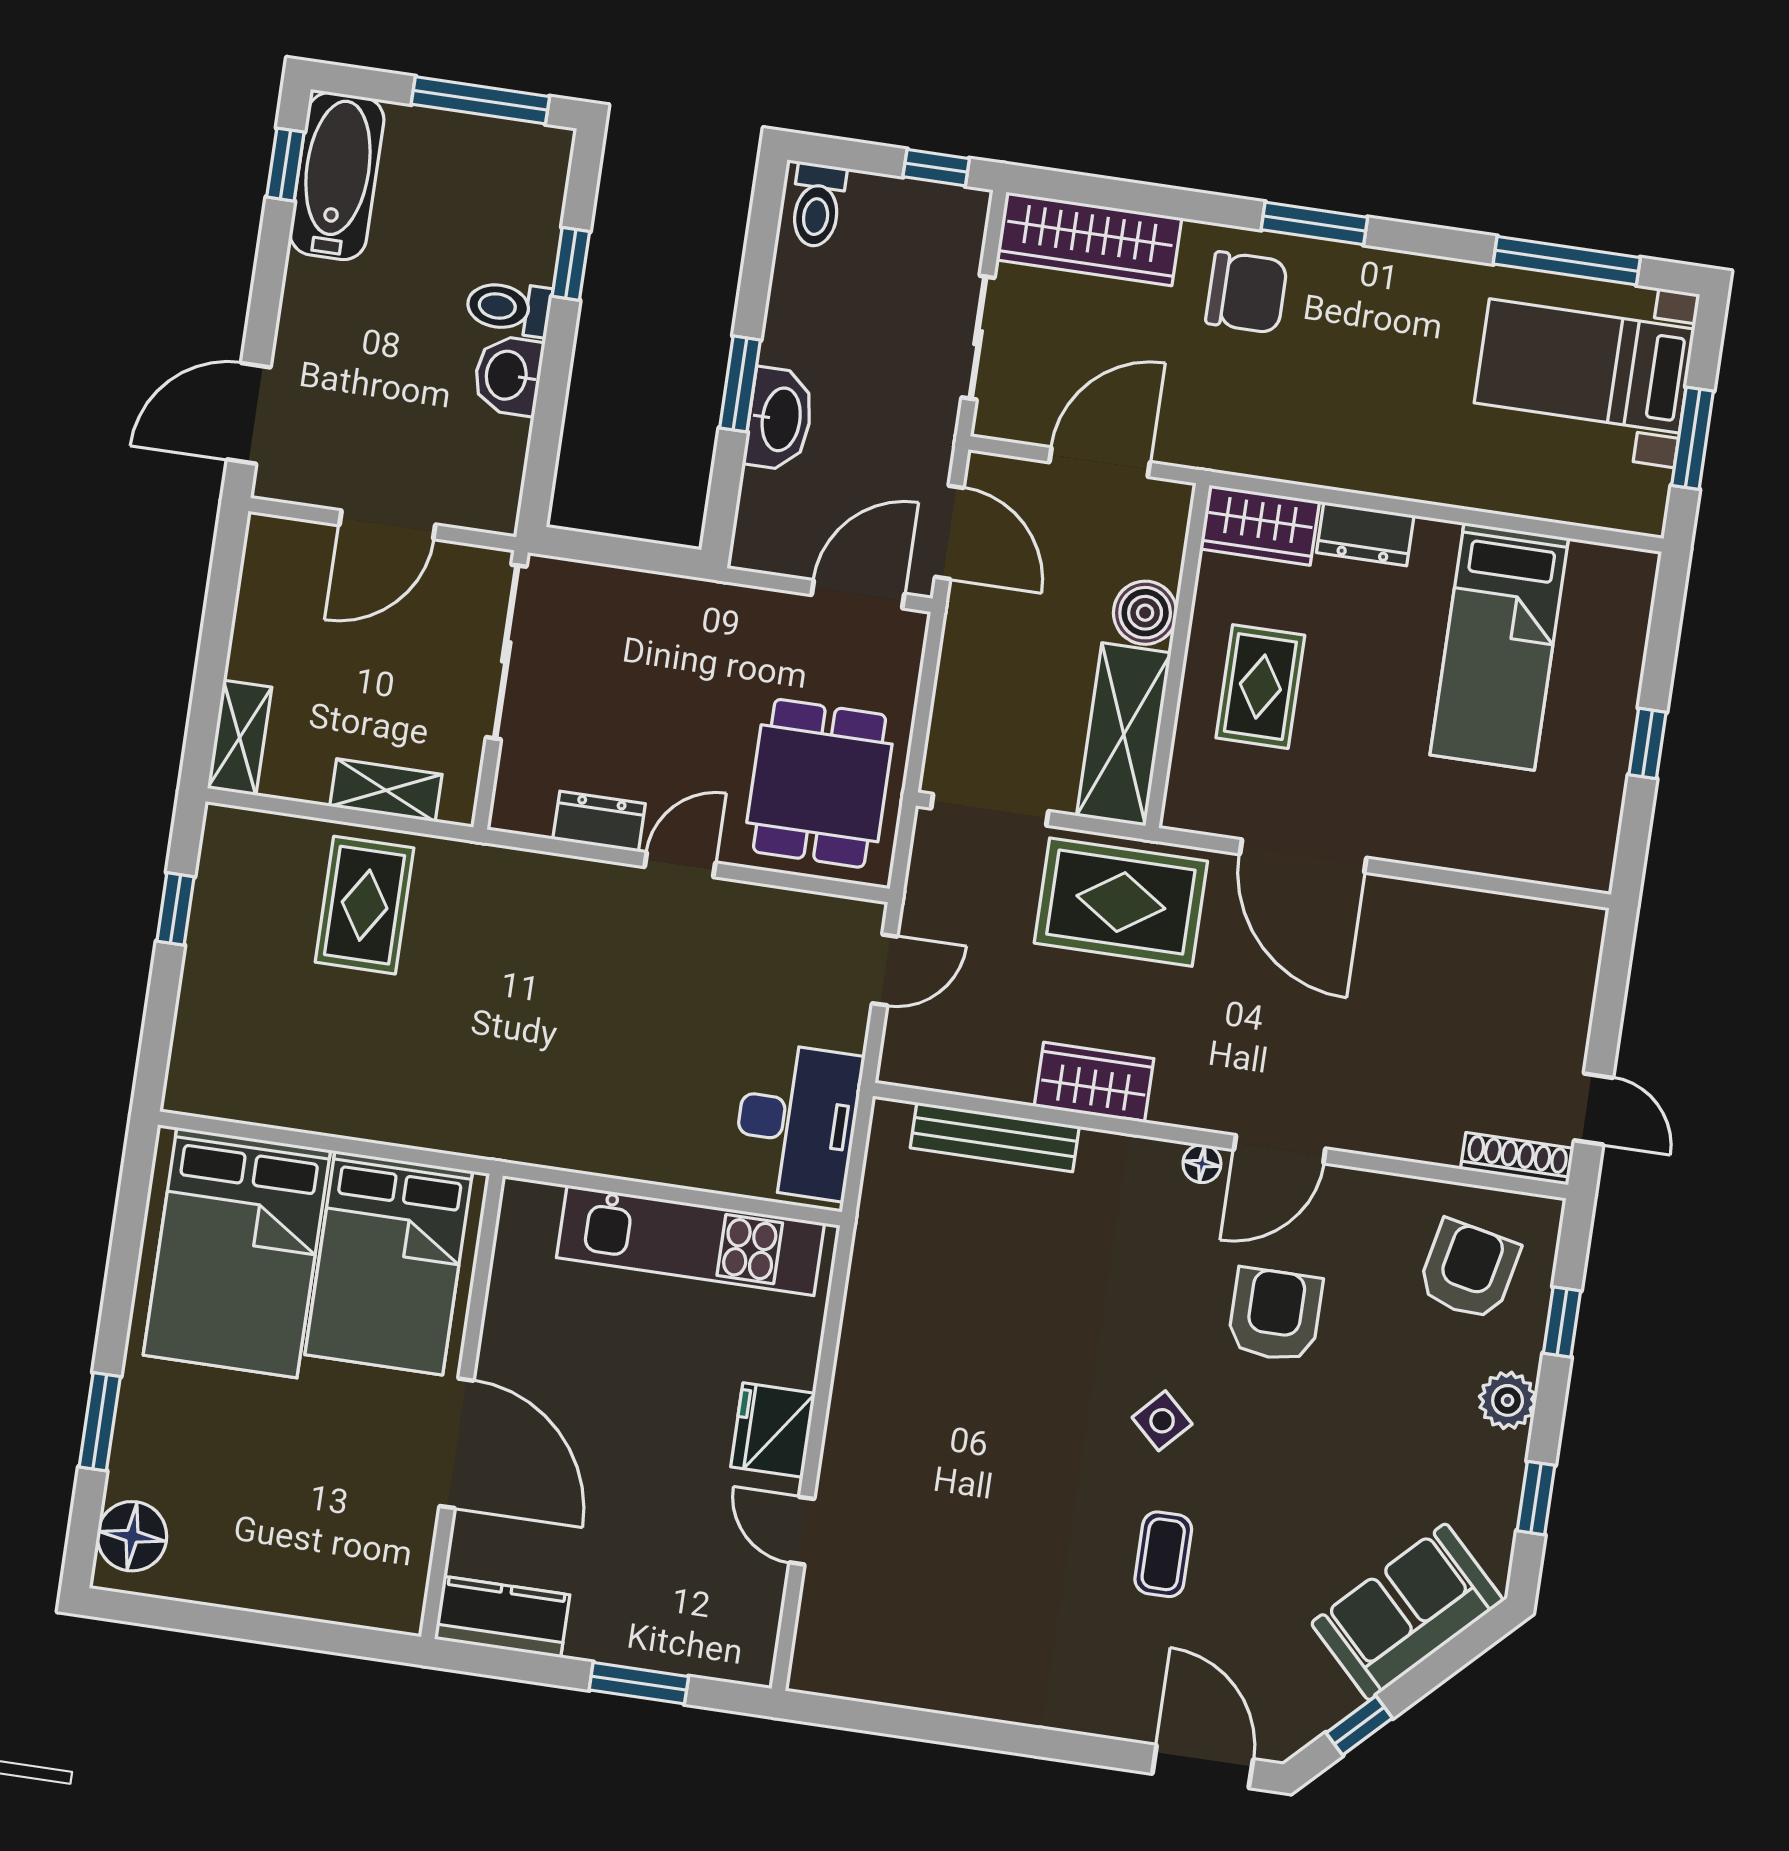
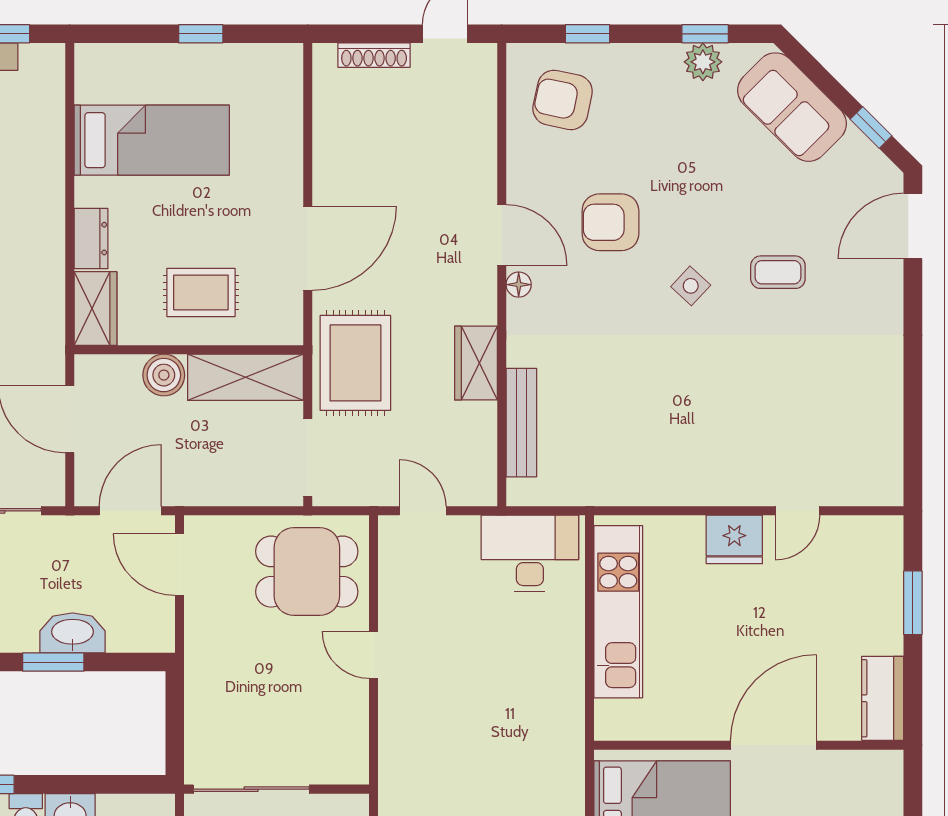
dresser: (599, 821) -> (353, 712), removed
shoe rack: (1517, 1159) -> (374, 55), moved, turned -90
plant: (1508, 1400) -> (703, 62), moved

